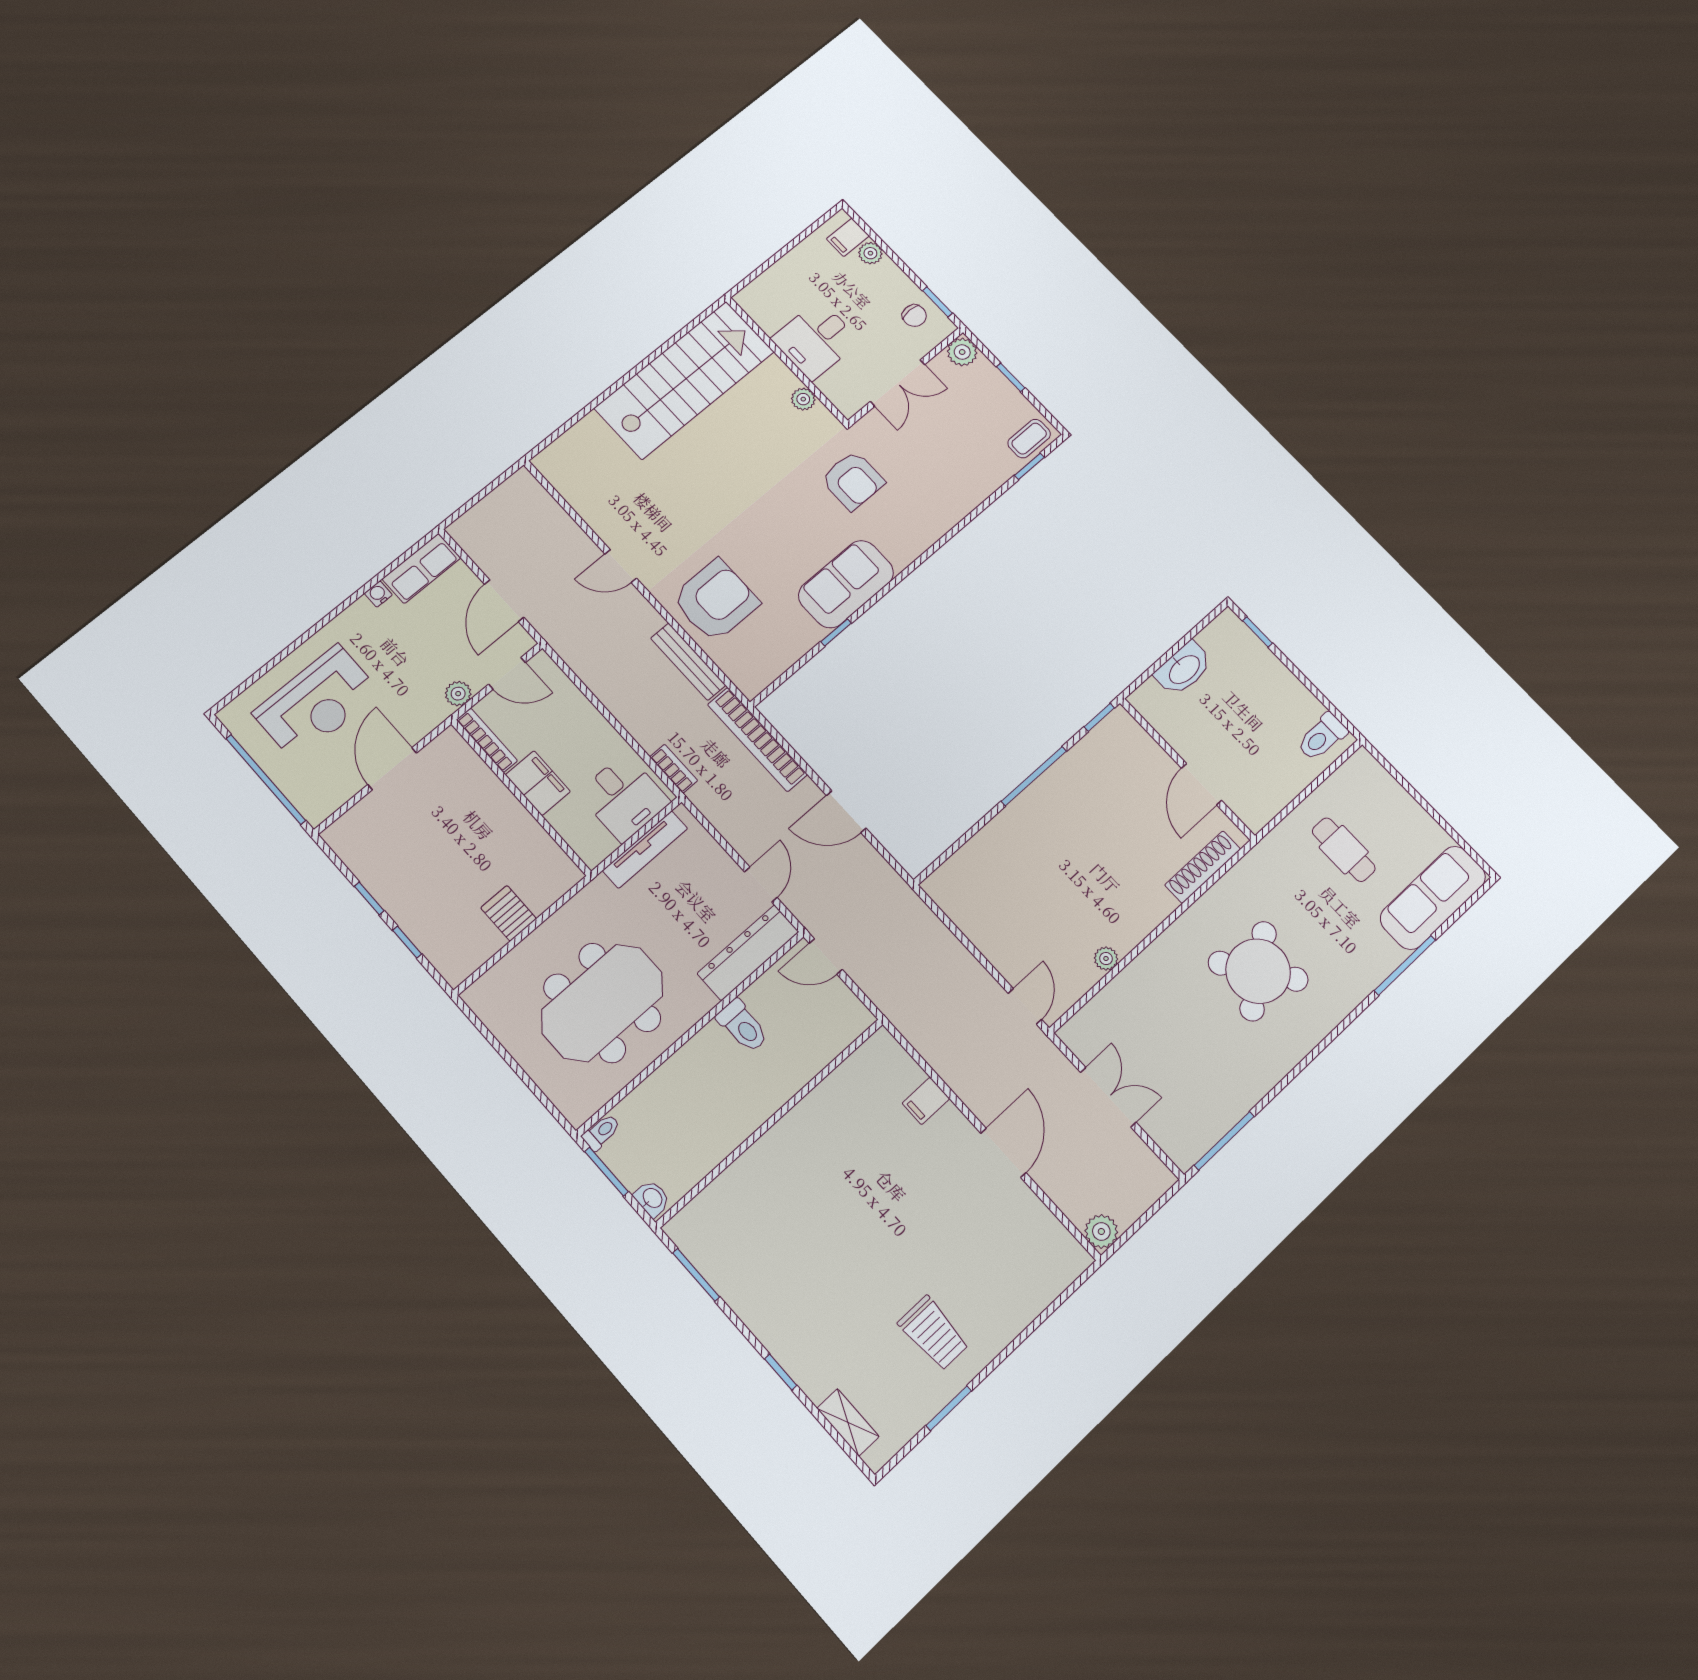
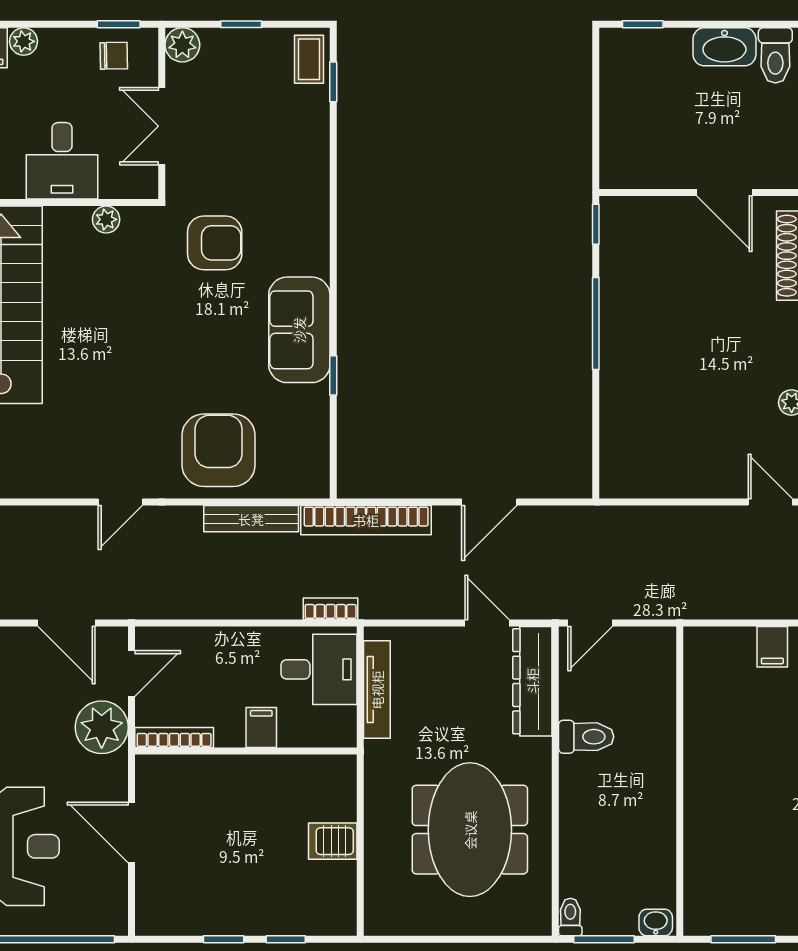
double door: (897, 383) -> (162, 126), swing flipped
washbasin: (1184, 669) -> (724, 47), moved, turned 90
plant: (458, 694) -> (102, 727), width x1.87, depth x1.87
filing cabinet: (538, 783) -> (261, 727), width x0.50

